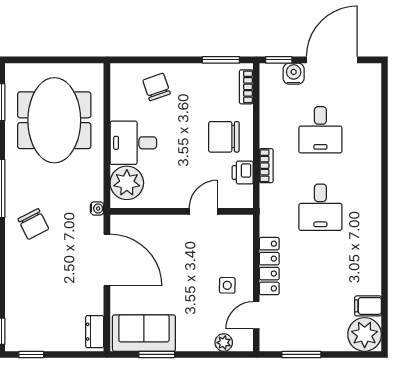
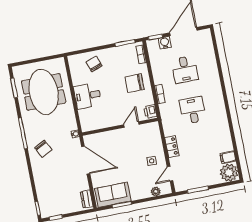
printer: (243, 173) -> (150, 112), moved
plant: (127, 183) -> (88, 117), removed
desk: (320, 207) -> (193, 110), turned 180
locker: (269, 266) -> (172, 146), width x0.66

